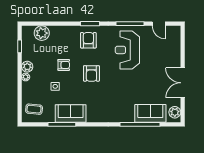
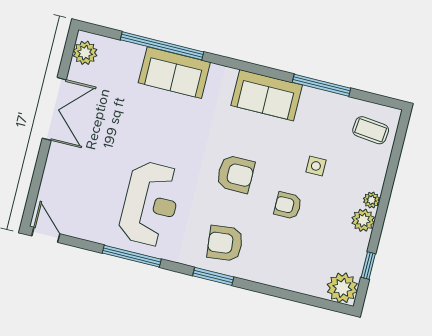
door: (159, 24) -> (46, 235), moved
plant: (42, 33) -> (342, 288), moved
armchair: (88, 40) -> (225, 243), turned 84
armchair: (91, 73) -> (235, 174), turned 90
sofa: (71, 113) -> (267, 95), moved
sofa: (150, 113) -> (174, 73), moved

